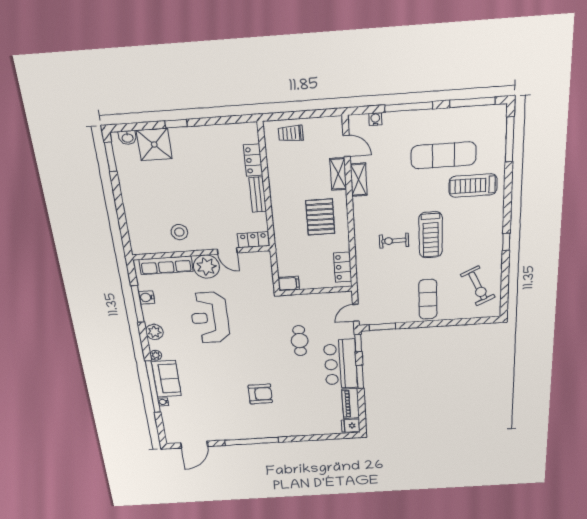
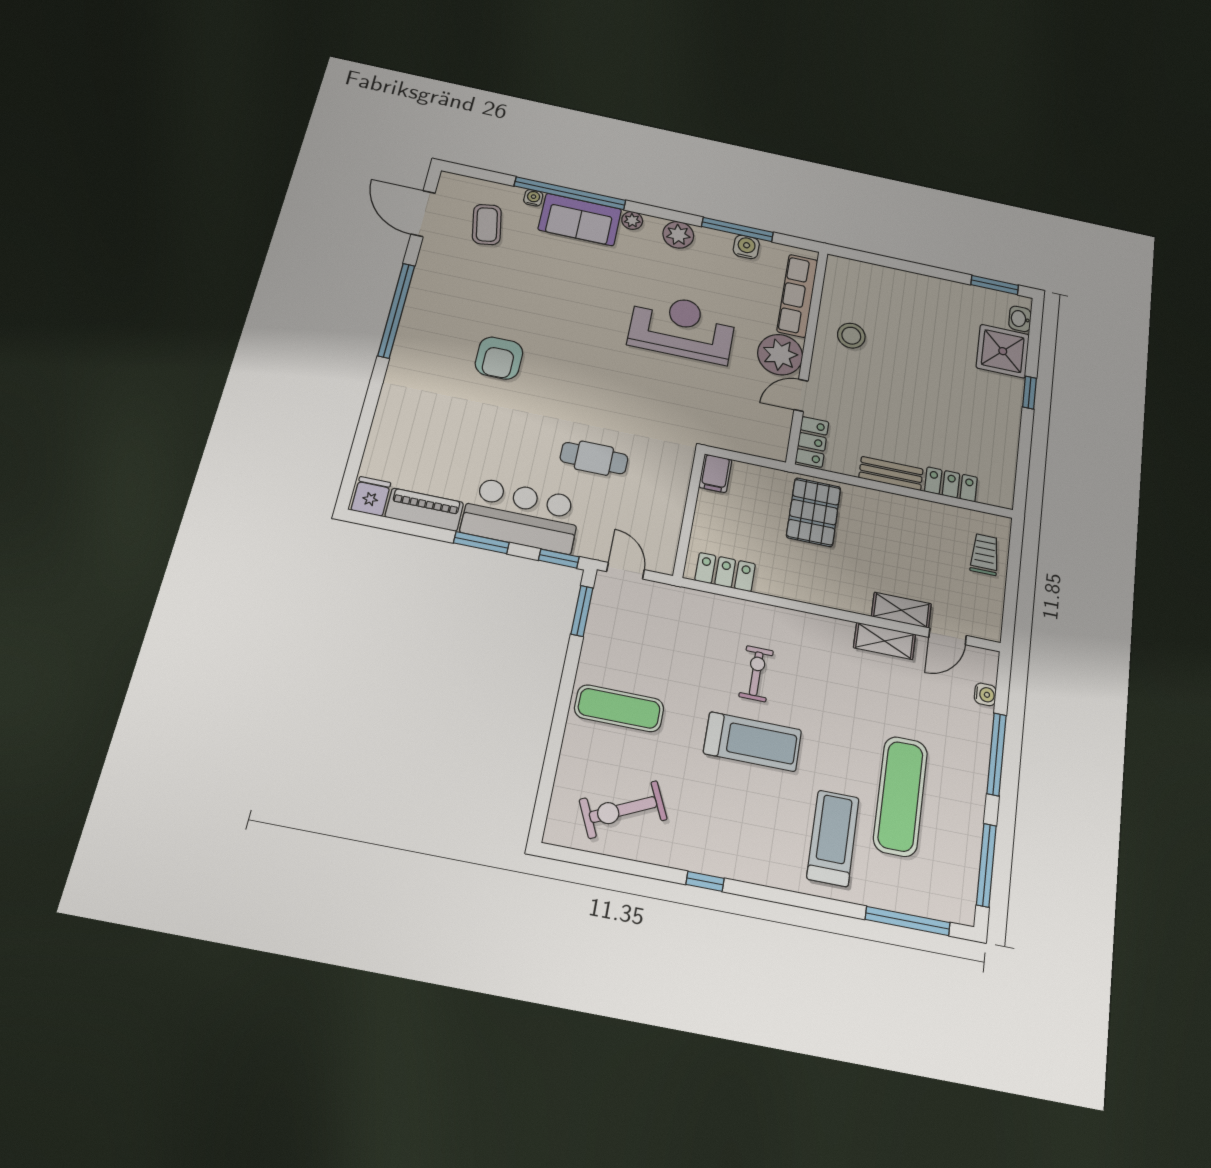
pallet: (320, 217) -> (814, 512), moved, turned 90
treadmill: (431, 235) -> (753, 742), turned 180
coffee table: (188, 417) -> (487, 224), added

